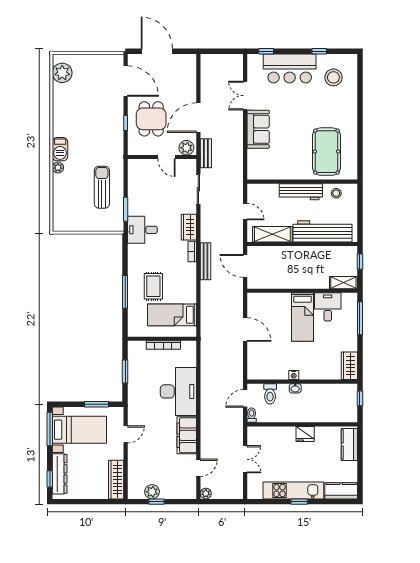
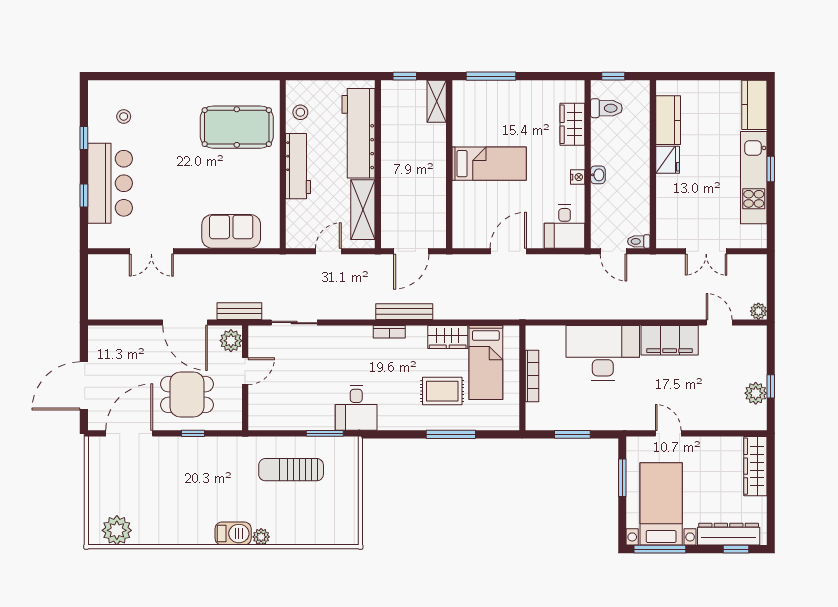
window: (266, 51) -> (84, 196), moved
stool: (333, 77) -> (124, 116), width x0.53, depth x0.53
sofa: (258, 129) -> (231, 231), moved
wardrobe: (189, 227) -> (448, 337), moved
desk: (328, 307) -> (565, 227), moved, turned -90
wardrobe: (349, 366) -> (572, 124), moved, turned 90
toilet: (270, 394) -> (606, 108), moved
kitchen counter: (349, 444) -> (668, 120), moved, turned -90
double door: (245, 459) -> (706, 251), swing flipped
wardrobe: (116, 480) -> (755, 466), moved, turned 90

